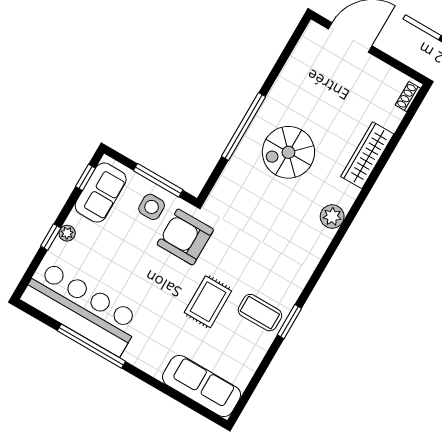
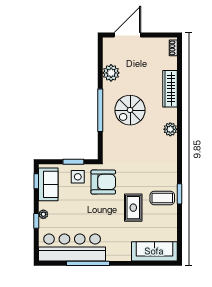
plant: (292, 80) -> (111, 73), added
window: (158, 180) -> (73, 162), width x0.69
armchair: (185, 237) -> (103, 182), turned 180

